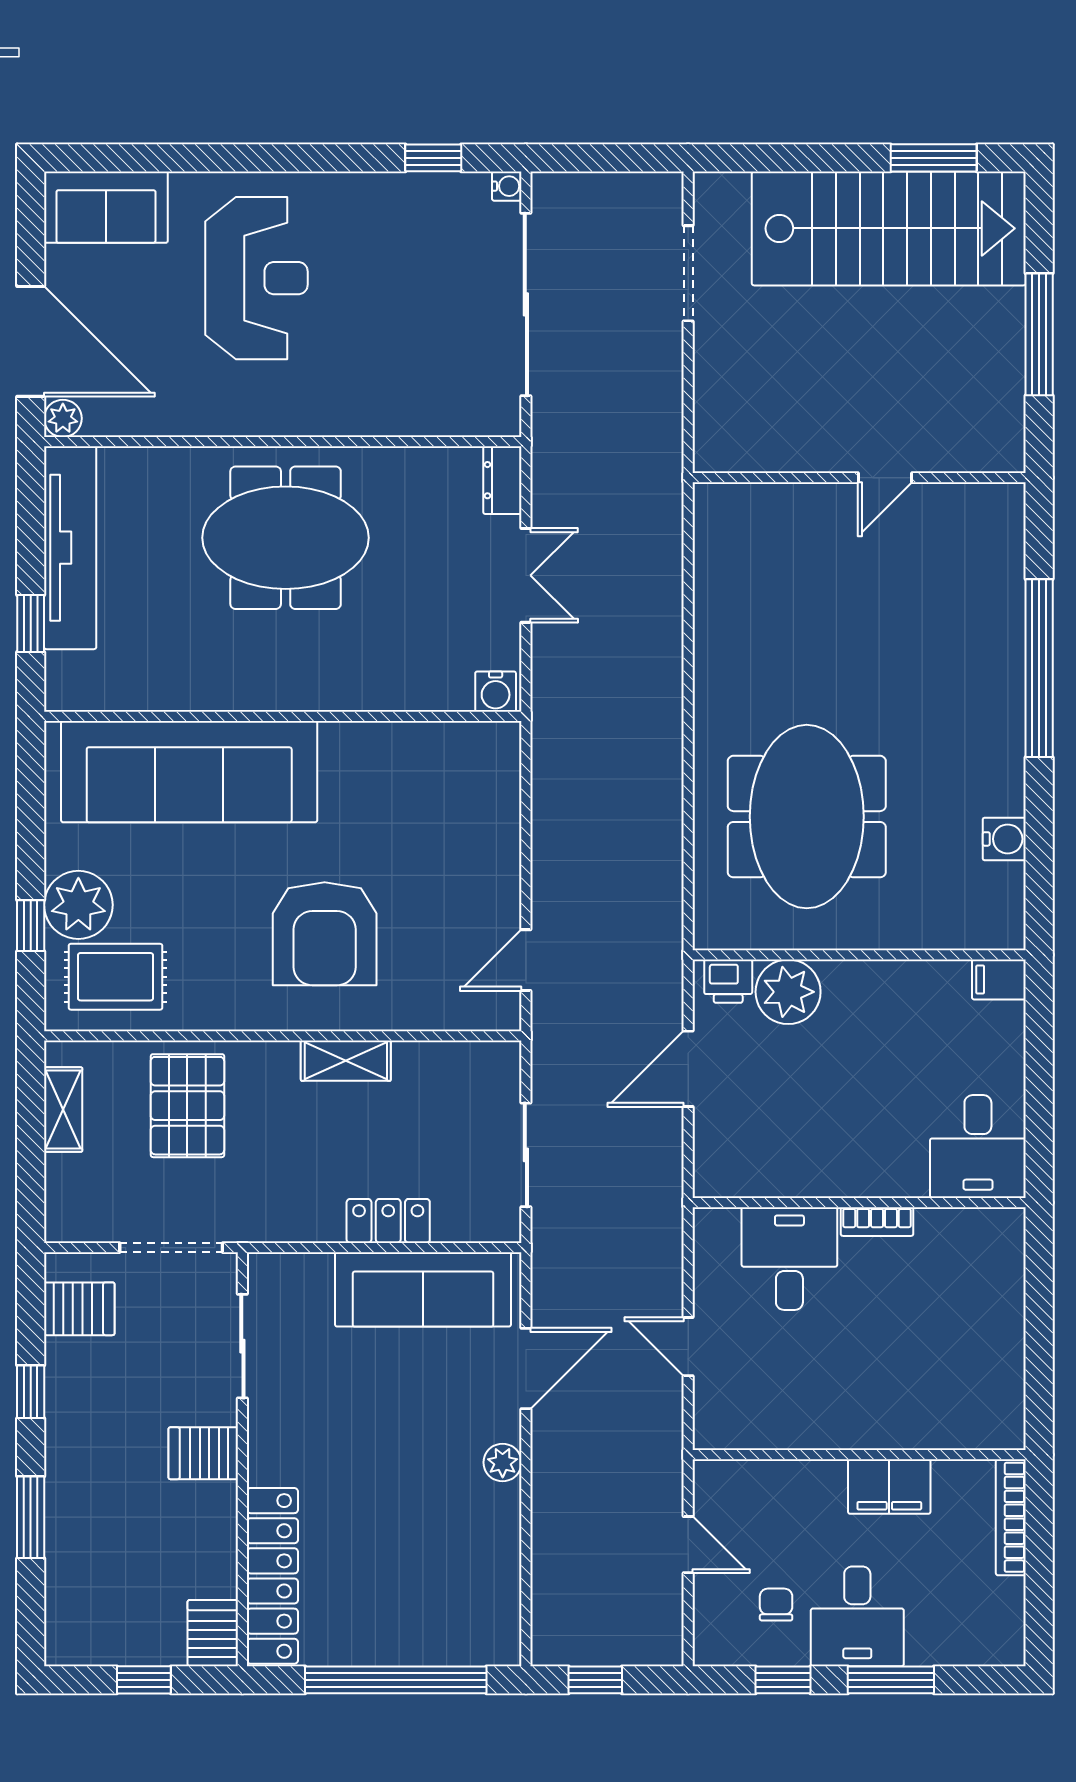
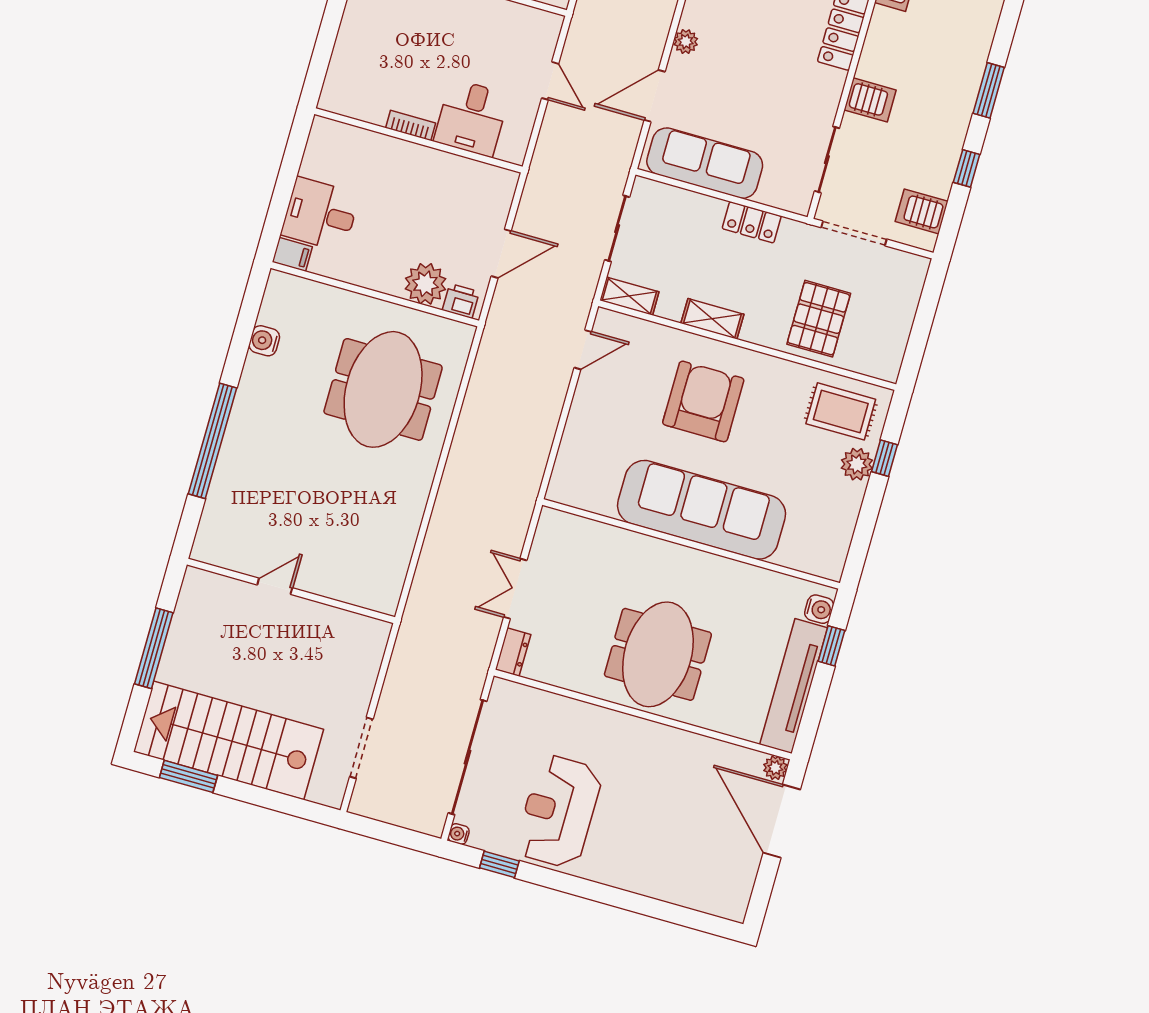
sofa: (106, 207) -> (711, 891), removed
reception desk: (256, 278) -> (559, 811), moved
meeting table: (286, 538) -> (658, 654), turned 90
water cooler: (496, 692) -> (819, 609), moved, turned 90
sofa: (189, 772) -> (702, 510), moved
plant: (78, 905) -> (857, 464), width x0.73, depth x0.73
shelving: (63, 1110) -> (629, 296), moved, turned 90
desk: (978, 1147) -> (320, 214), moved, turned -90
locker: (388, 1221) -> (752, 222), moved

